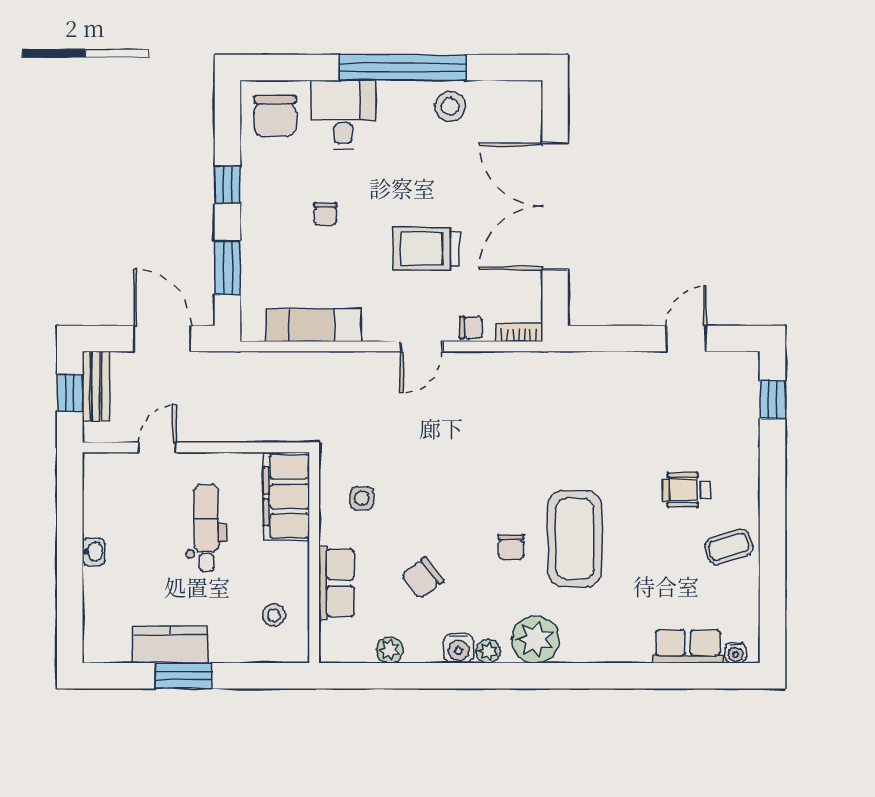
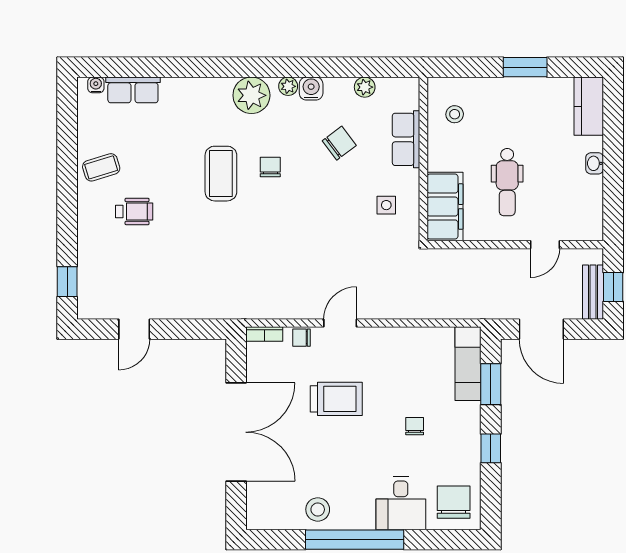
exam couch: (313, 325) -> (468, 364), moved, turned 90
coffee table: (575, 539) -> (221, 174), width x0.73, depth x0.76
kitchen counter: (170, 644) -> (589, 106), moved, turned 90

